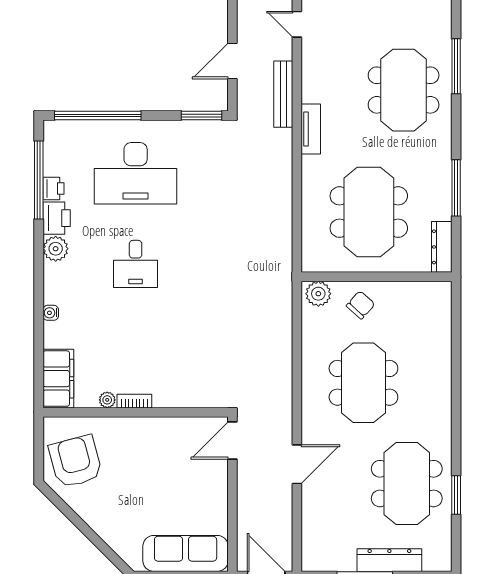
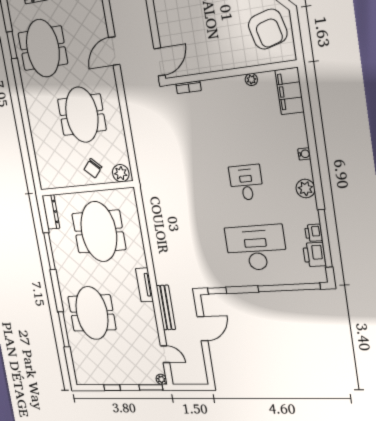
window: (202, 115) -> (217, 291), width x0.67
printer: (57, 218) -> (314, 255), moved
water cooler: (51, 313) -> (304, 154), moved
bookcase: (134, 401) -> (188, 87), moved

